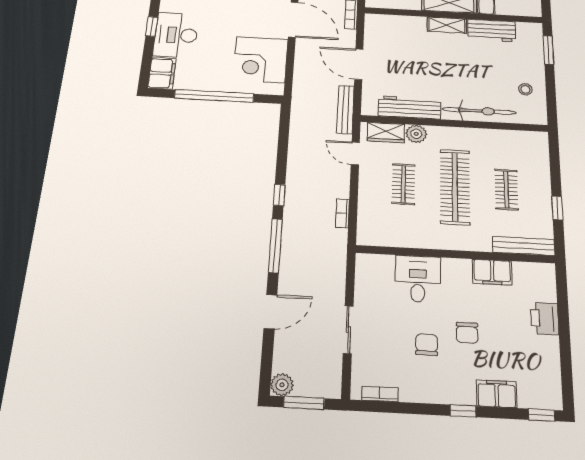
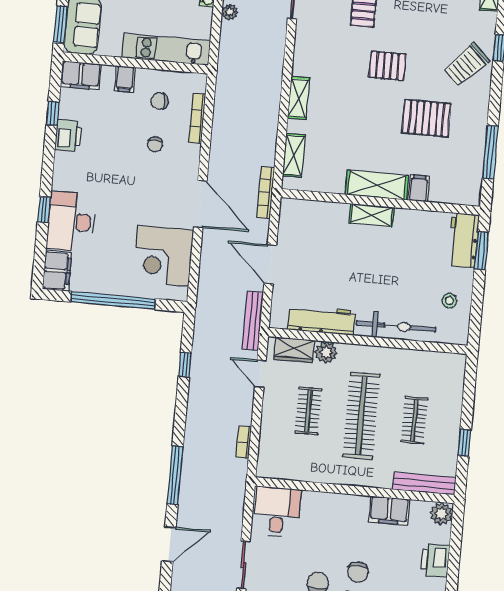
workbench: (492, 31) -> (463, 240), moved, turned 90
window: (279, 195) -> (185, 365), moved
plant: (544, 273) -> (441, 514), added
desk: (418, 279) -> (277, 512), moved

